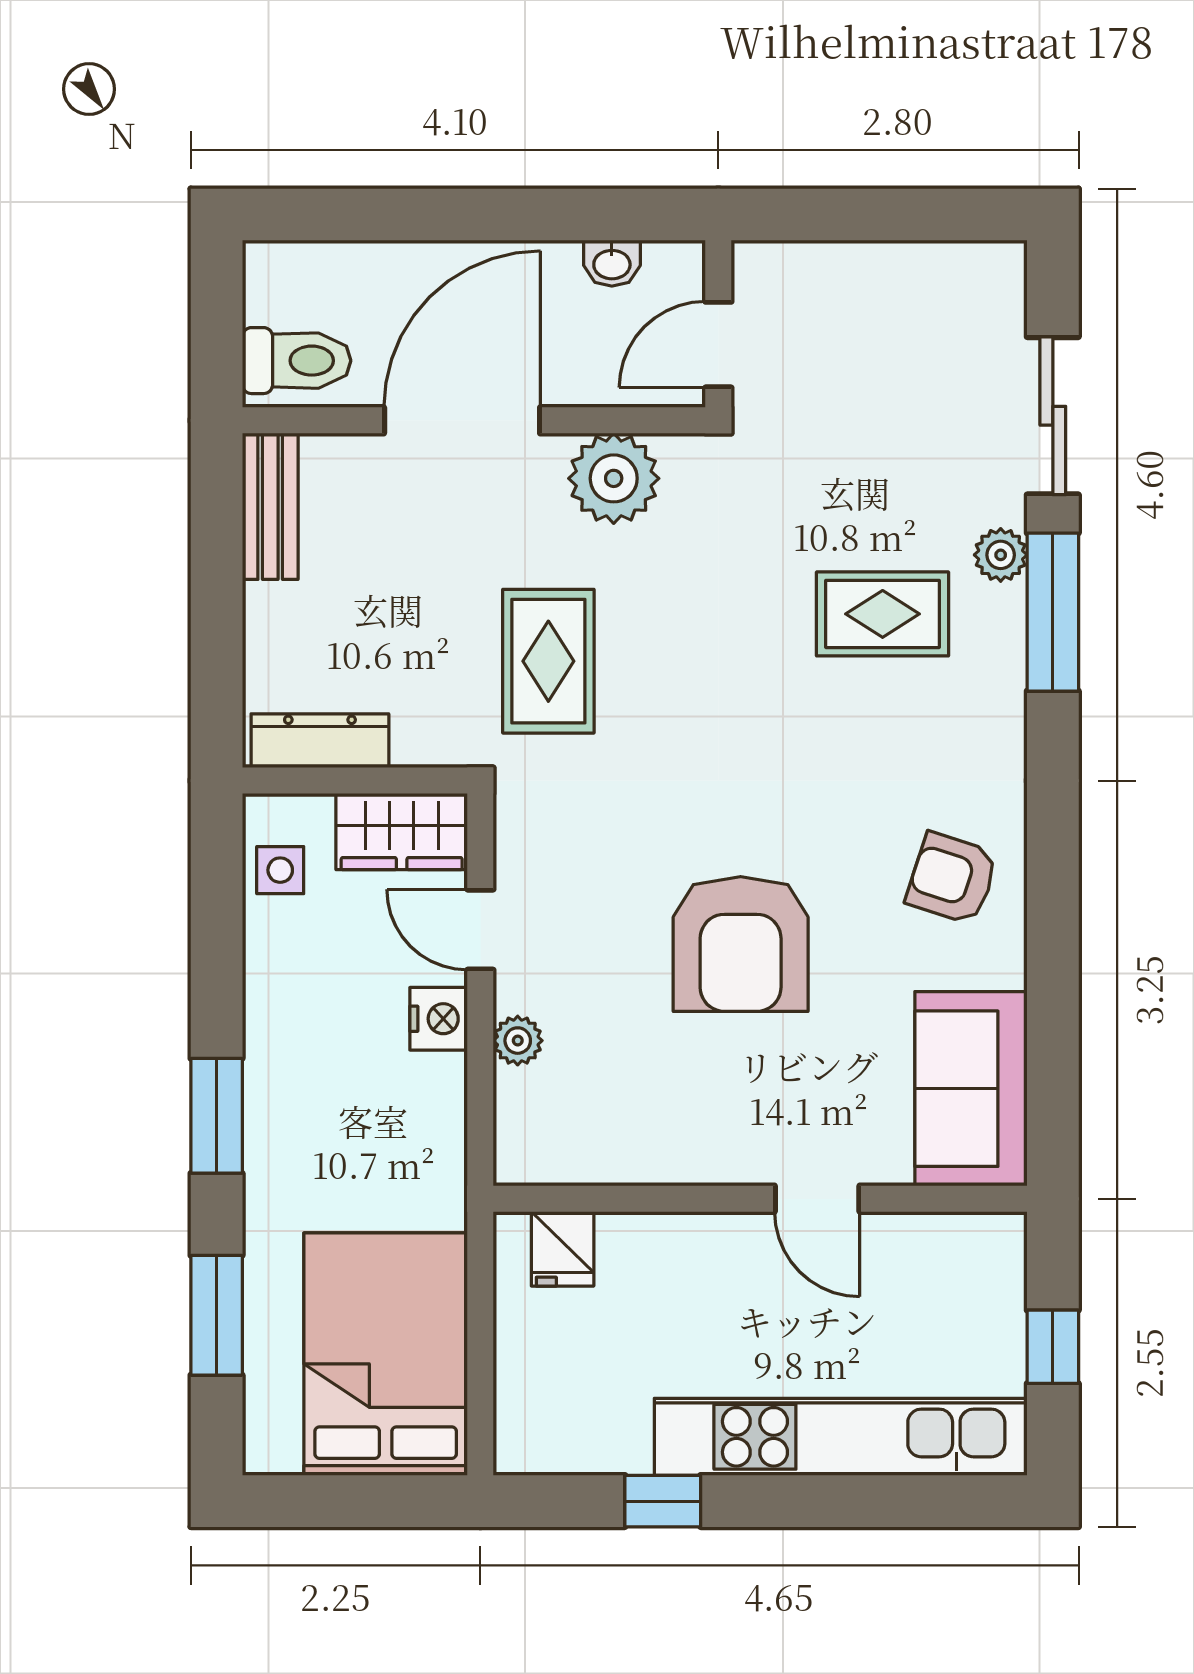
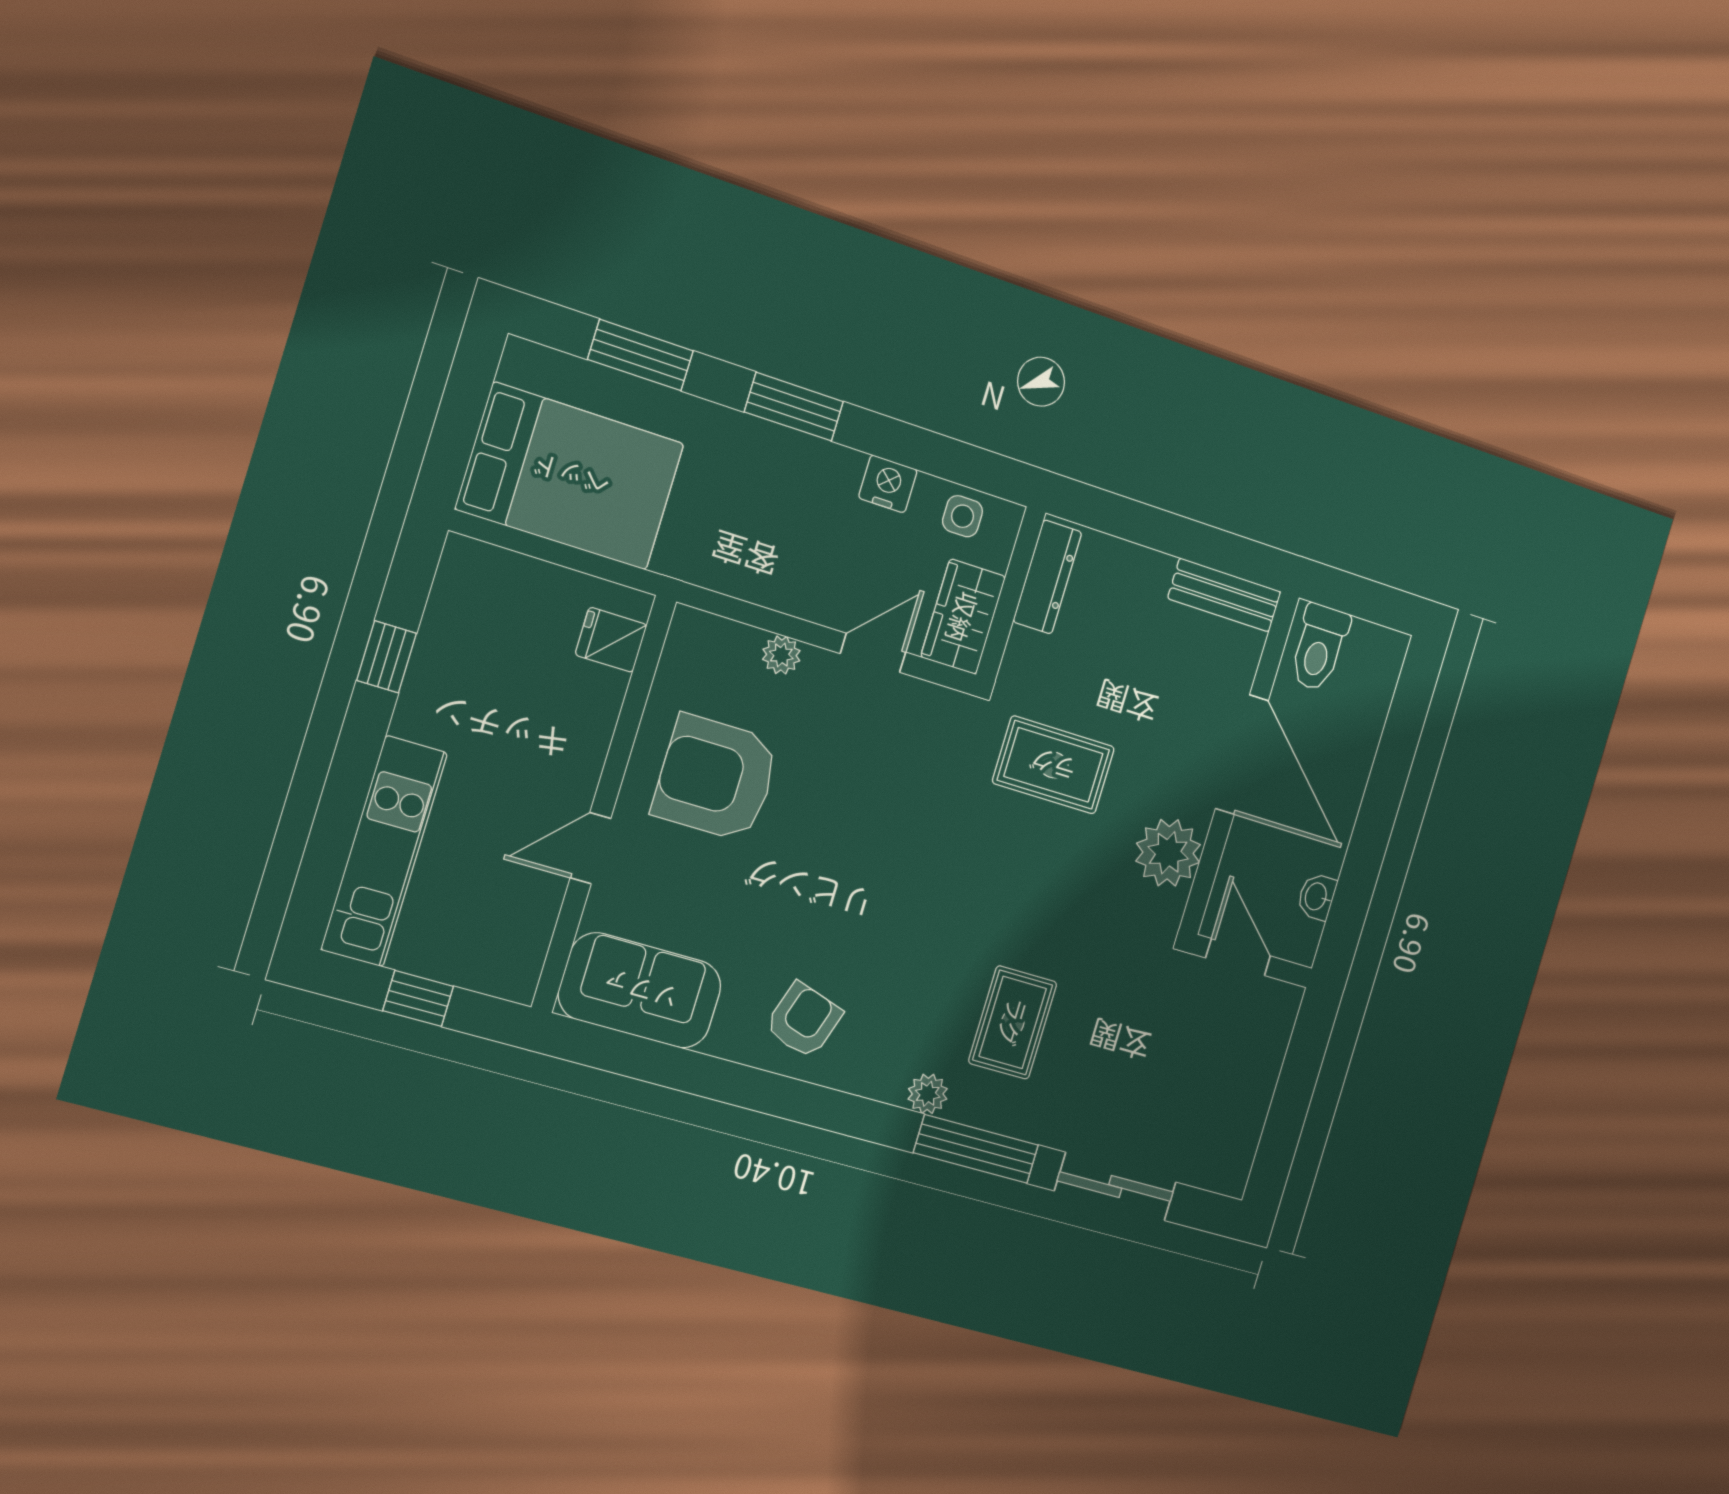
plant: (1001, 555) -> (928, 1094), moved
armchair: (741, 944) -> (716, 778), moved
nightstand: (439, 1019) -> (888, 484), moved, turned 180
kitchen unit: (841, 1437) -> (384, 851), width x0.73

